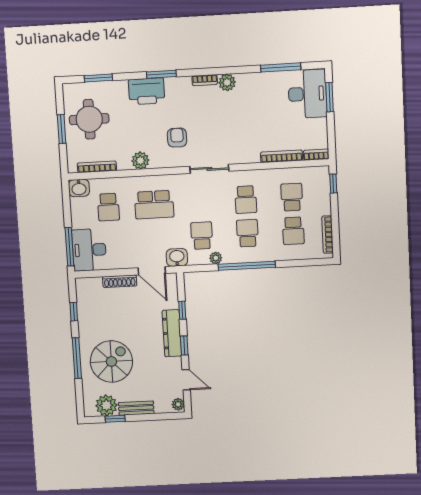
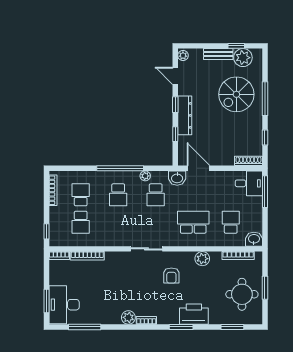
school desk: (246, 200) -> (118, 222), removed
desk: (89, 250) -> (249, 183), width x0.73
shoe rack: (120, 281) -> (249, 161), moved

